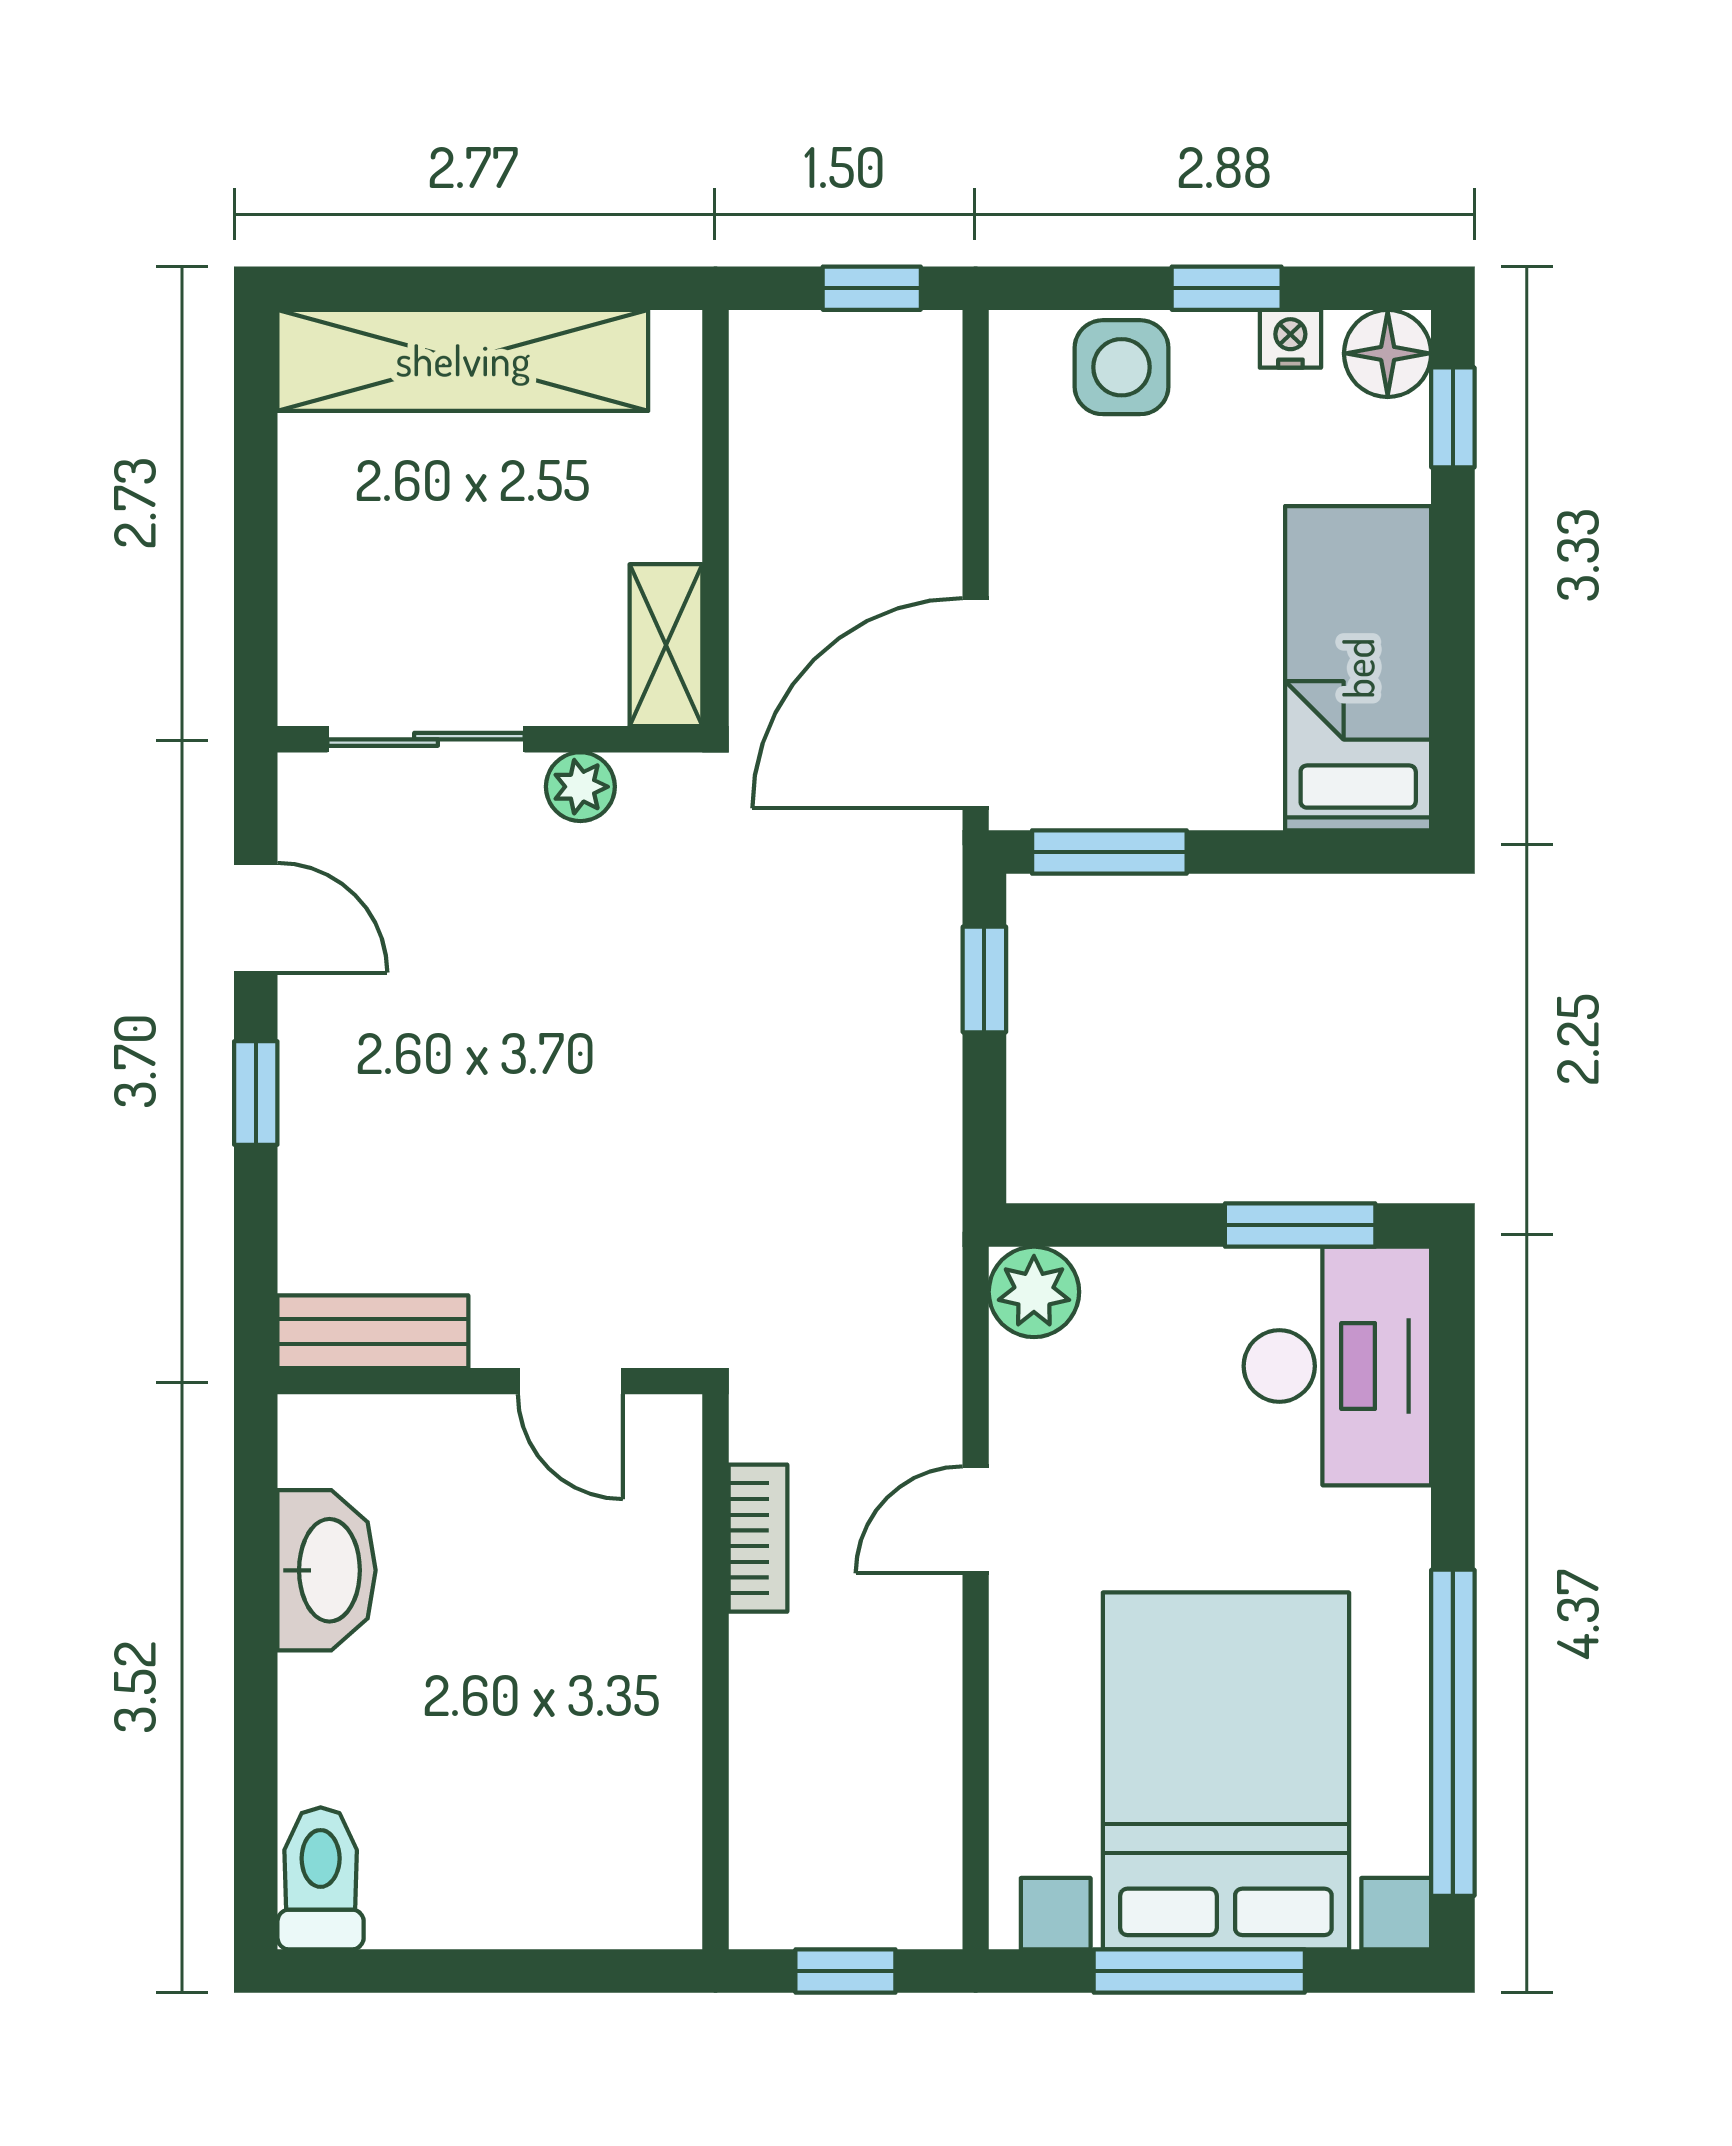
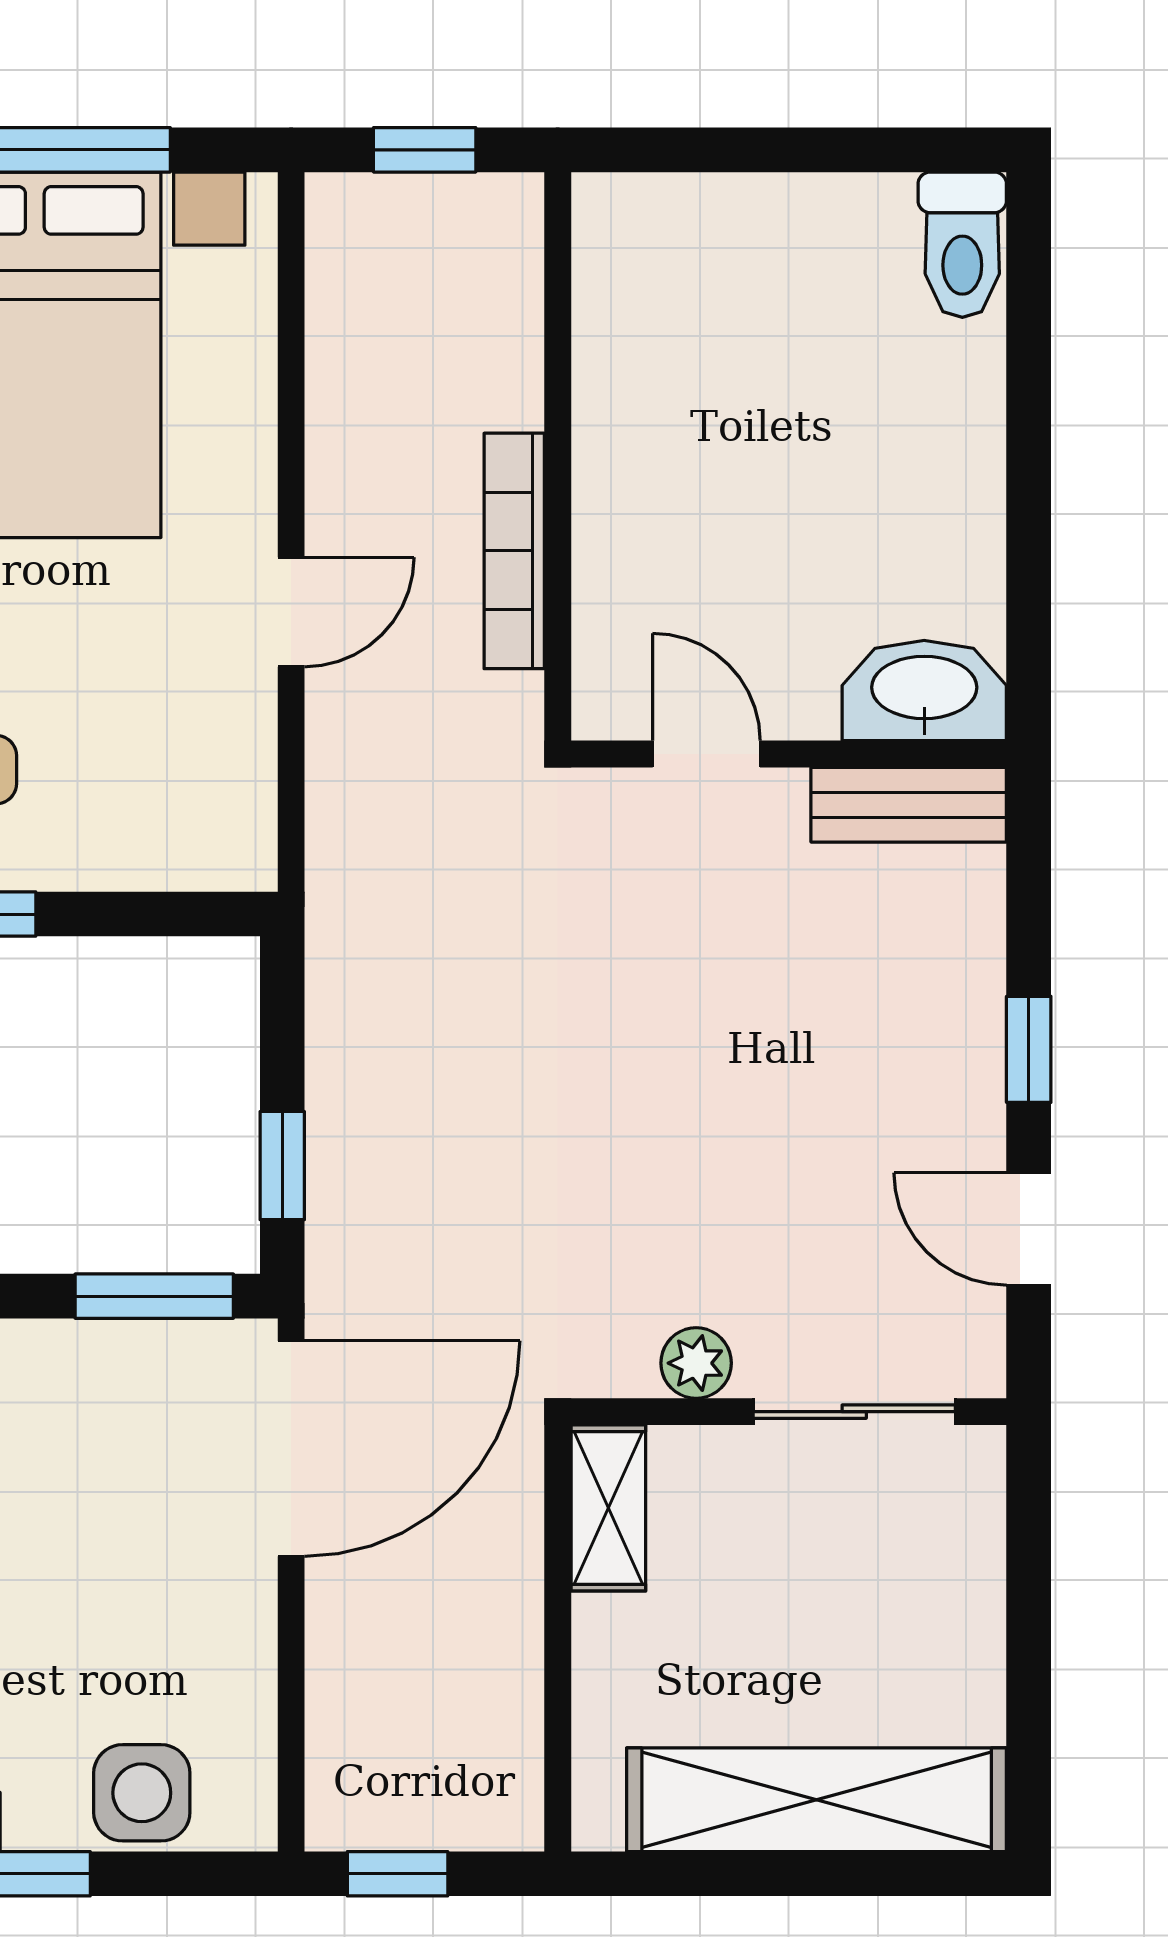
plant: (1034, 1292) -> (231, 846), removed
bookcase: (758, 1538) -> (514, 551), width x1.56
washbasin: (326, 1570) -> (924, 691), moved, turned 90

